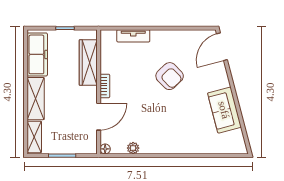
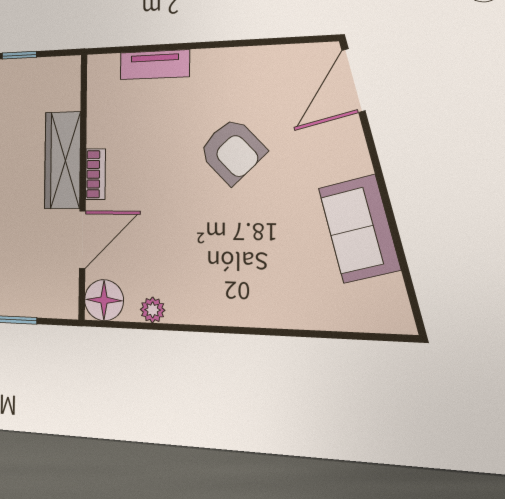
wardrobe: (88, 62) -> (63, 160), moved
floor lamp: (105, 149) -> (104, 300), width x1.89, depth x1.89

